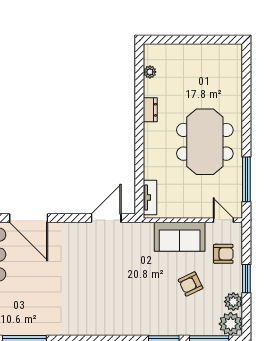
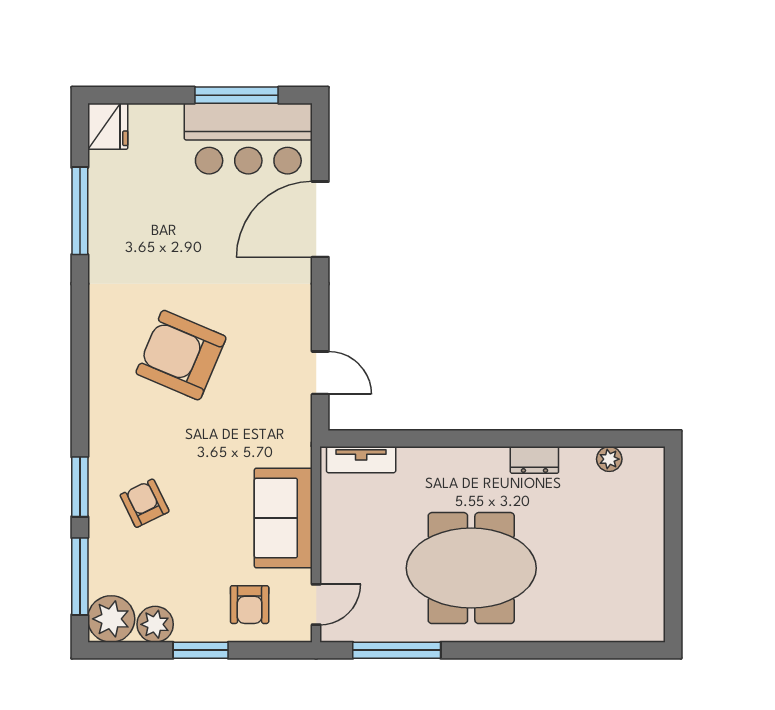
door: (106, 218) -> (320, 373), width x0.73
armchair: (191, 284) -> (145, 503), moved
armchair: (97, 289) -> (181, 355), added

